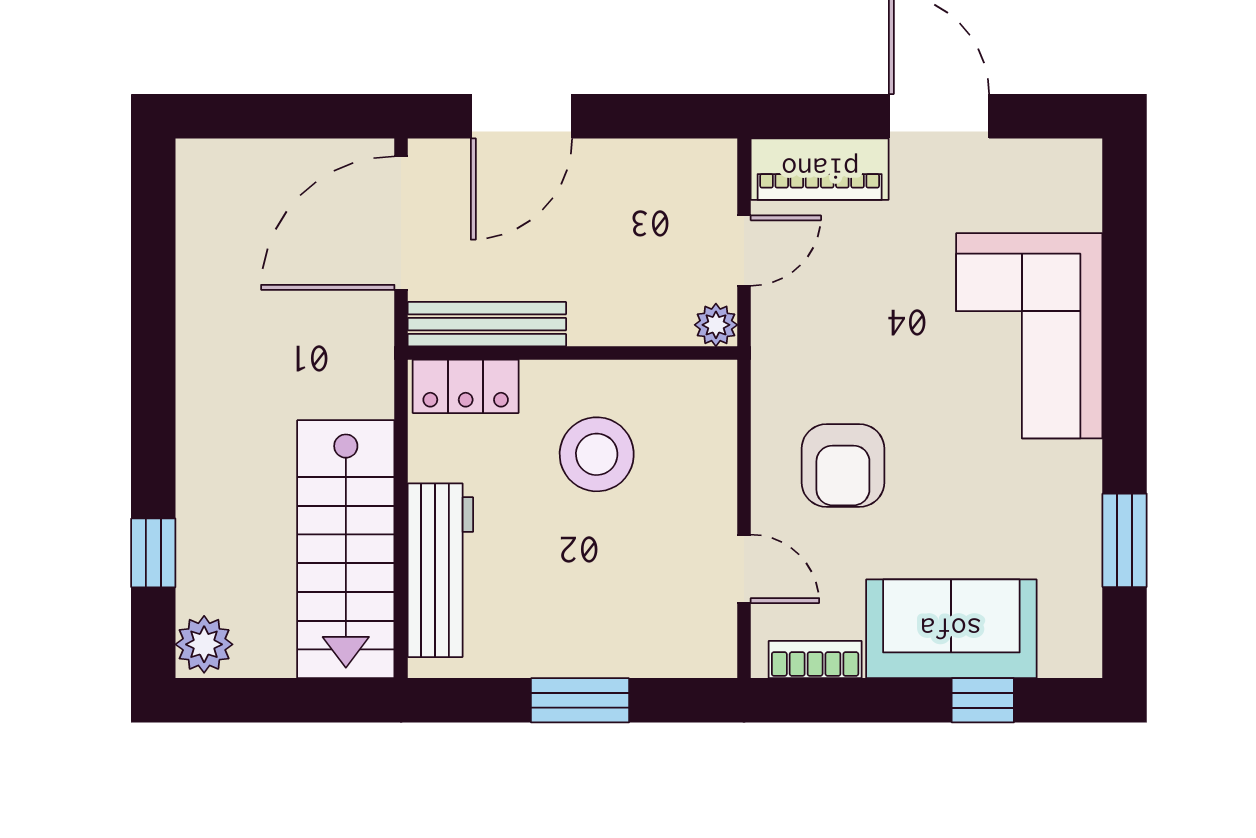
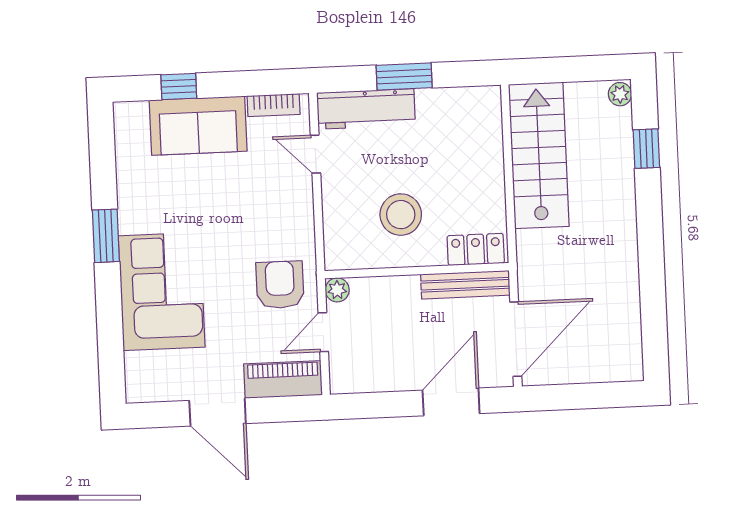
armchair: (843, 466) -> (280, 285), moved
window: (1125, 540) -> (106, 236), moved
workbench: (440, 570) -> (366, 109), moved, turned -90
plant: (204, 644) -> (620, 94), width x0.73, depth x0.73

